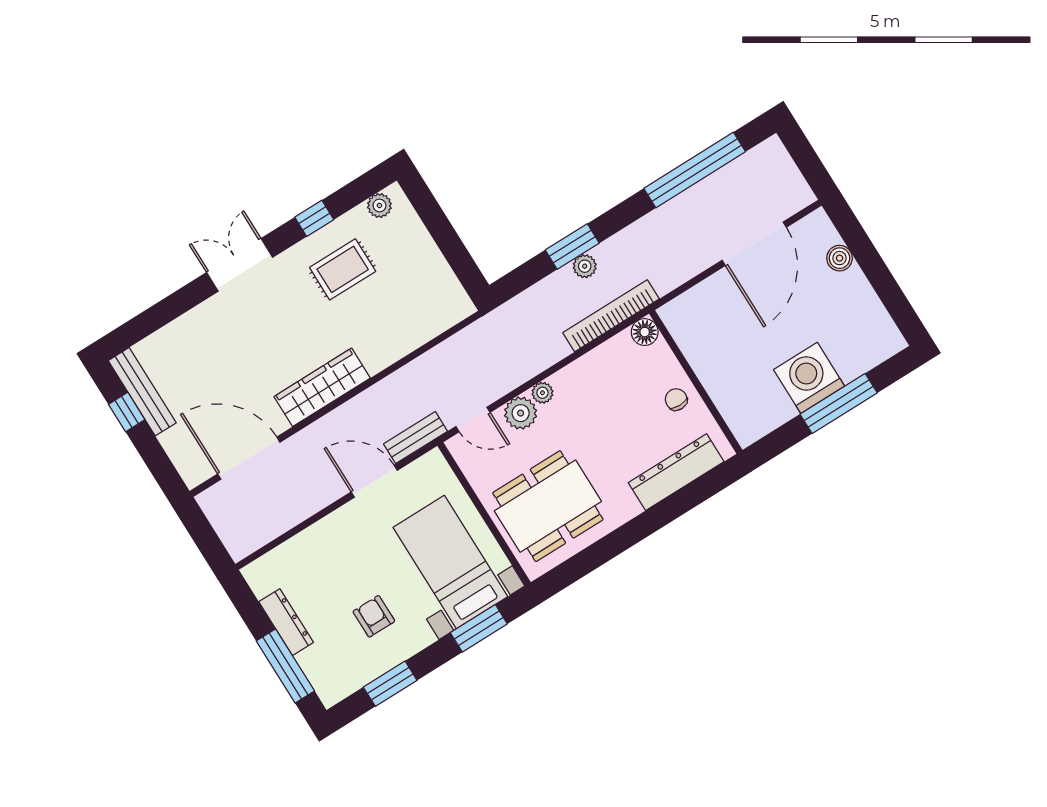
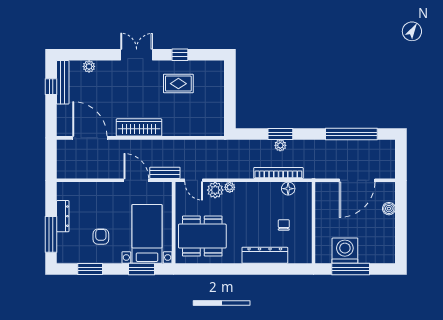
plant: (379, 206) -> (89, 66), moved
wall: (696, 382) -> (314, 223), moved

